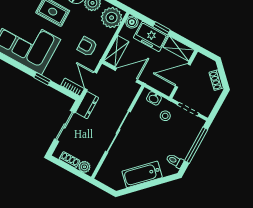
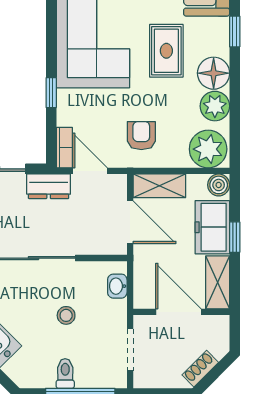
door: (91, 81) -> (90, 171), hinge flipped
stool: (165, 116) -> (66, 315), moved
toilet: (175, 161) -> (65, 373), moved

